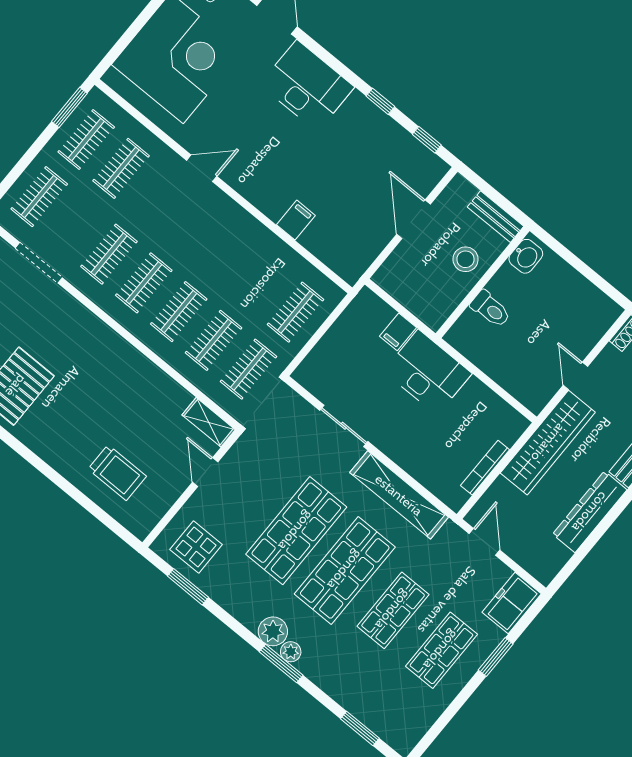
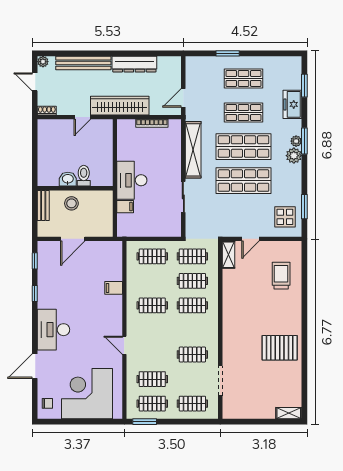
washbasin: (526, 256) -> (68, 179), moved
clothes rail: (144, 283) -> (152, 305), moved
freezer: (512, 603) -> (292, 104), moved, turned 90

